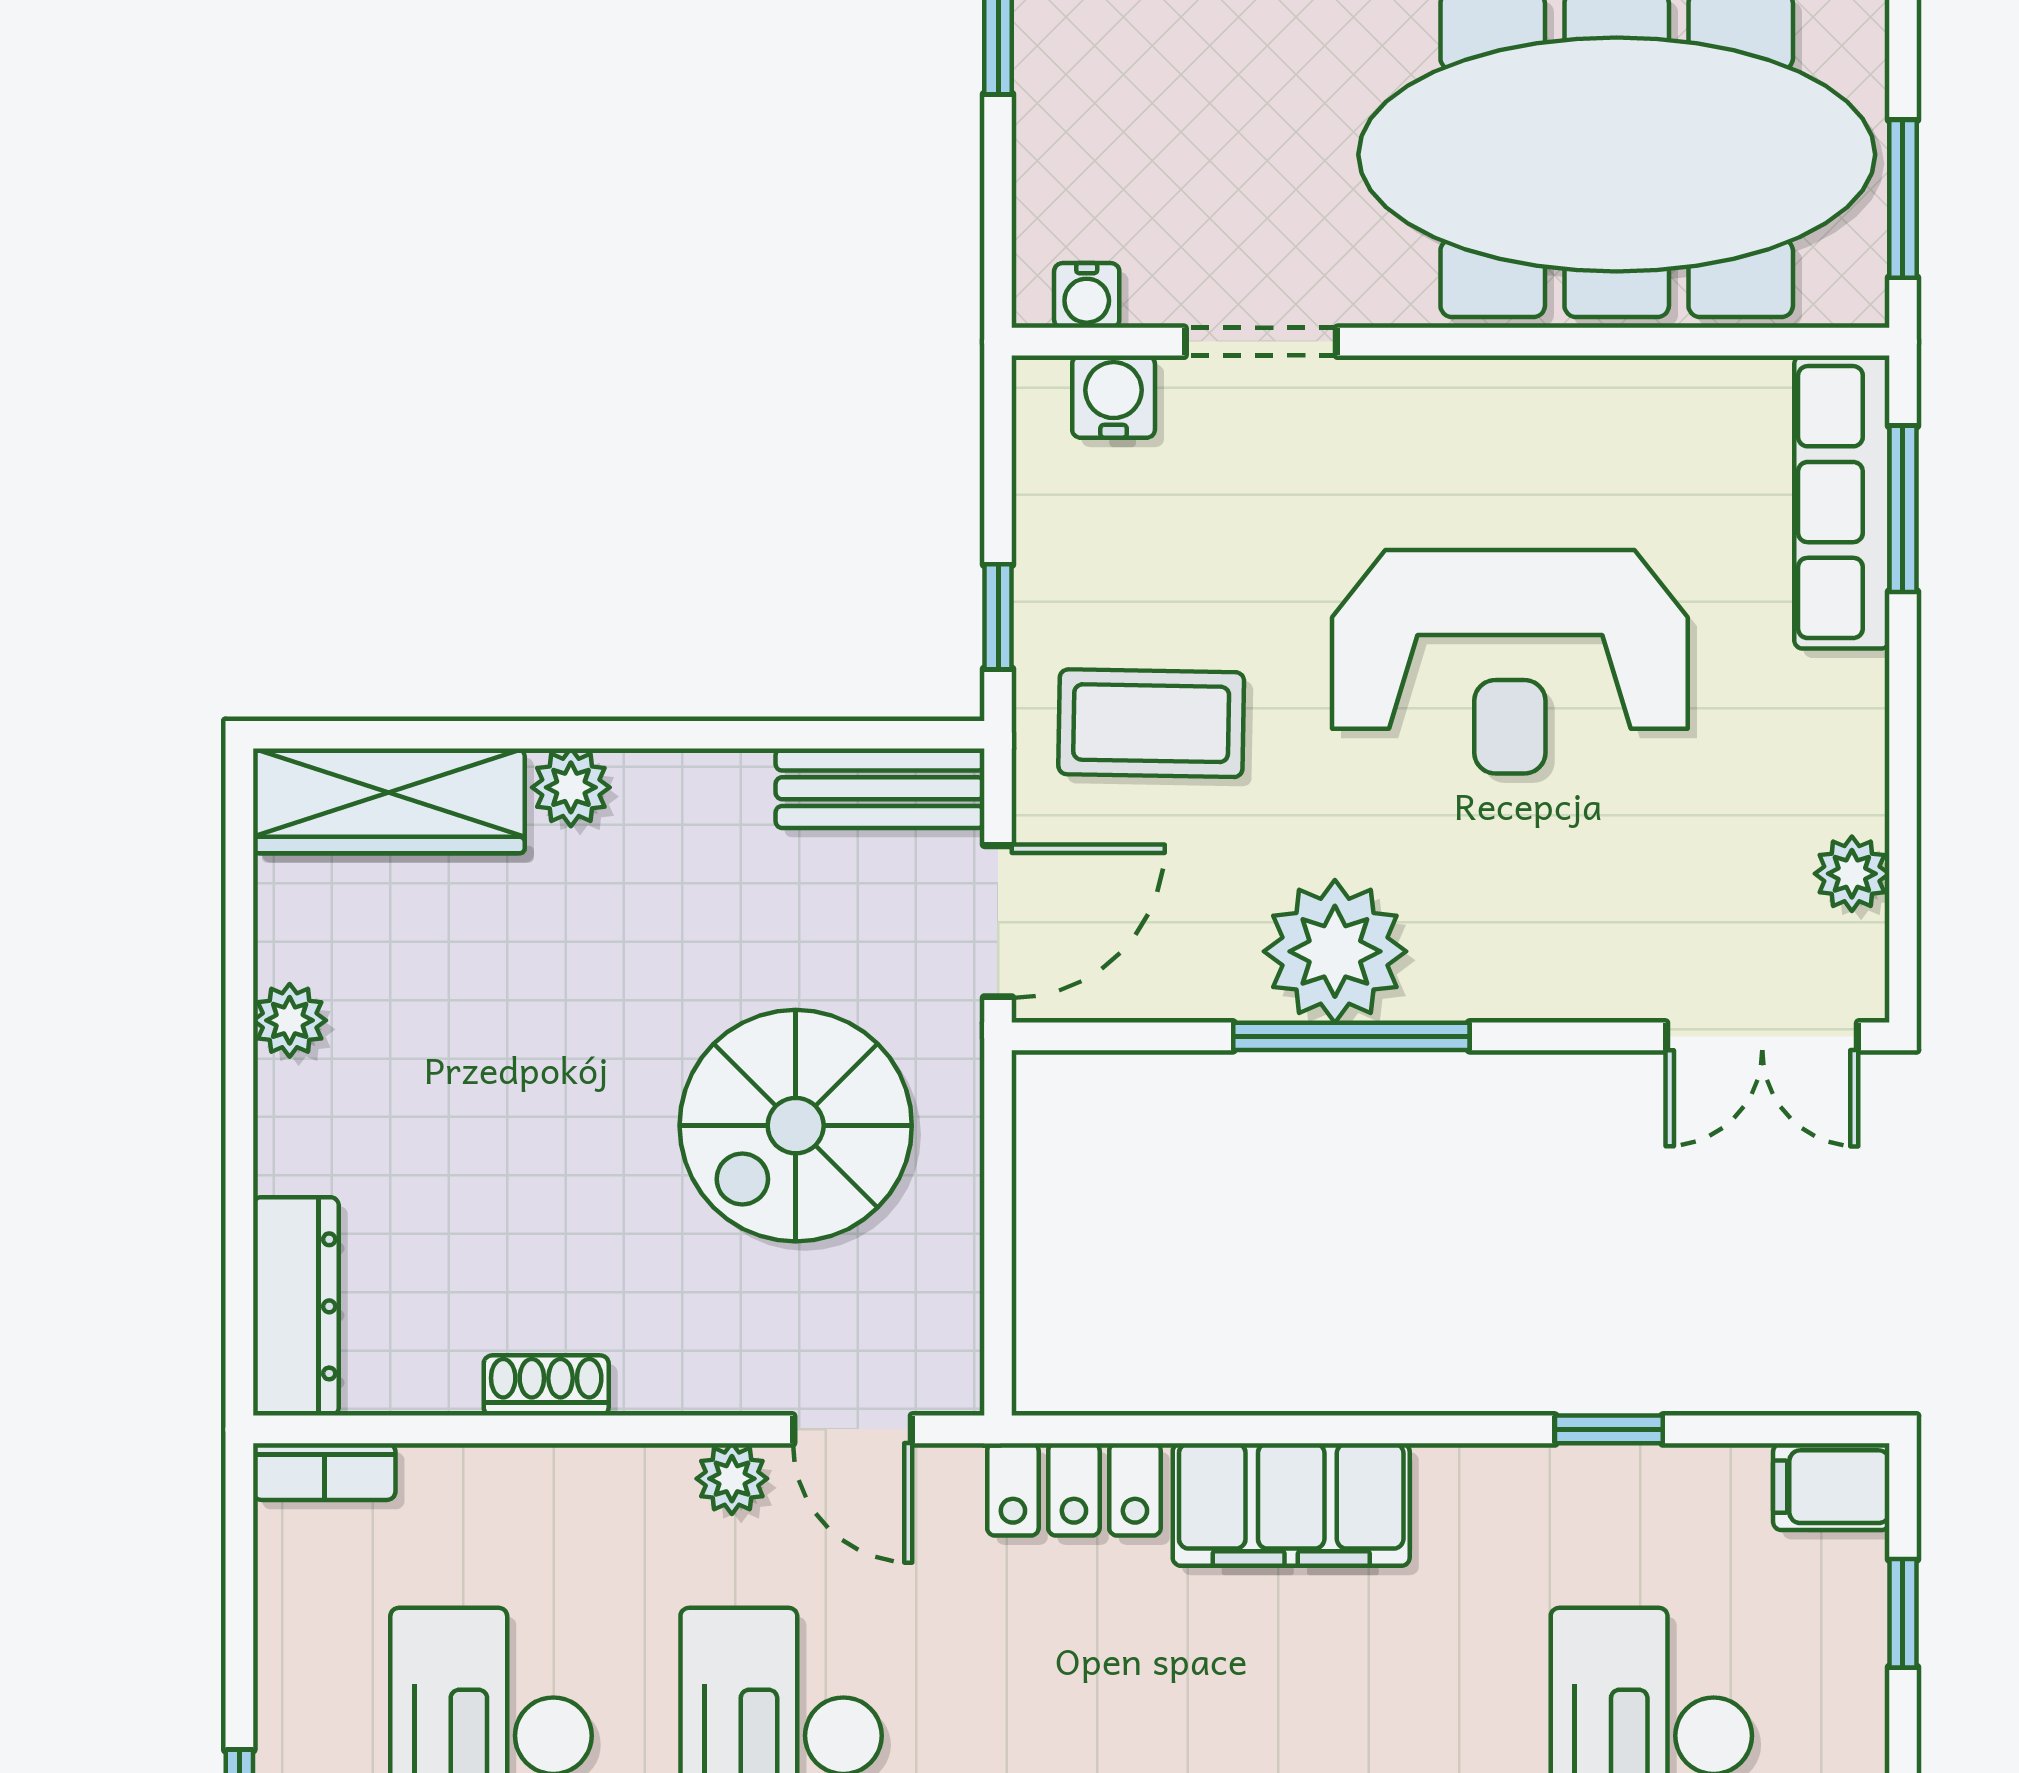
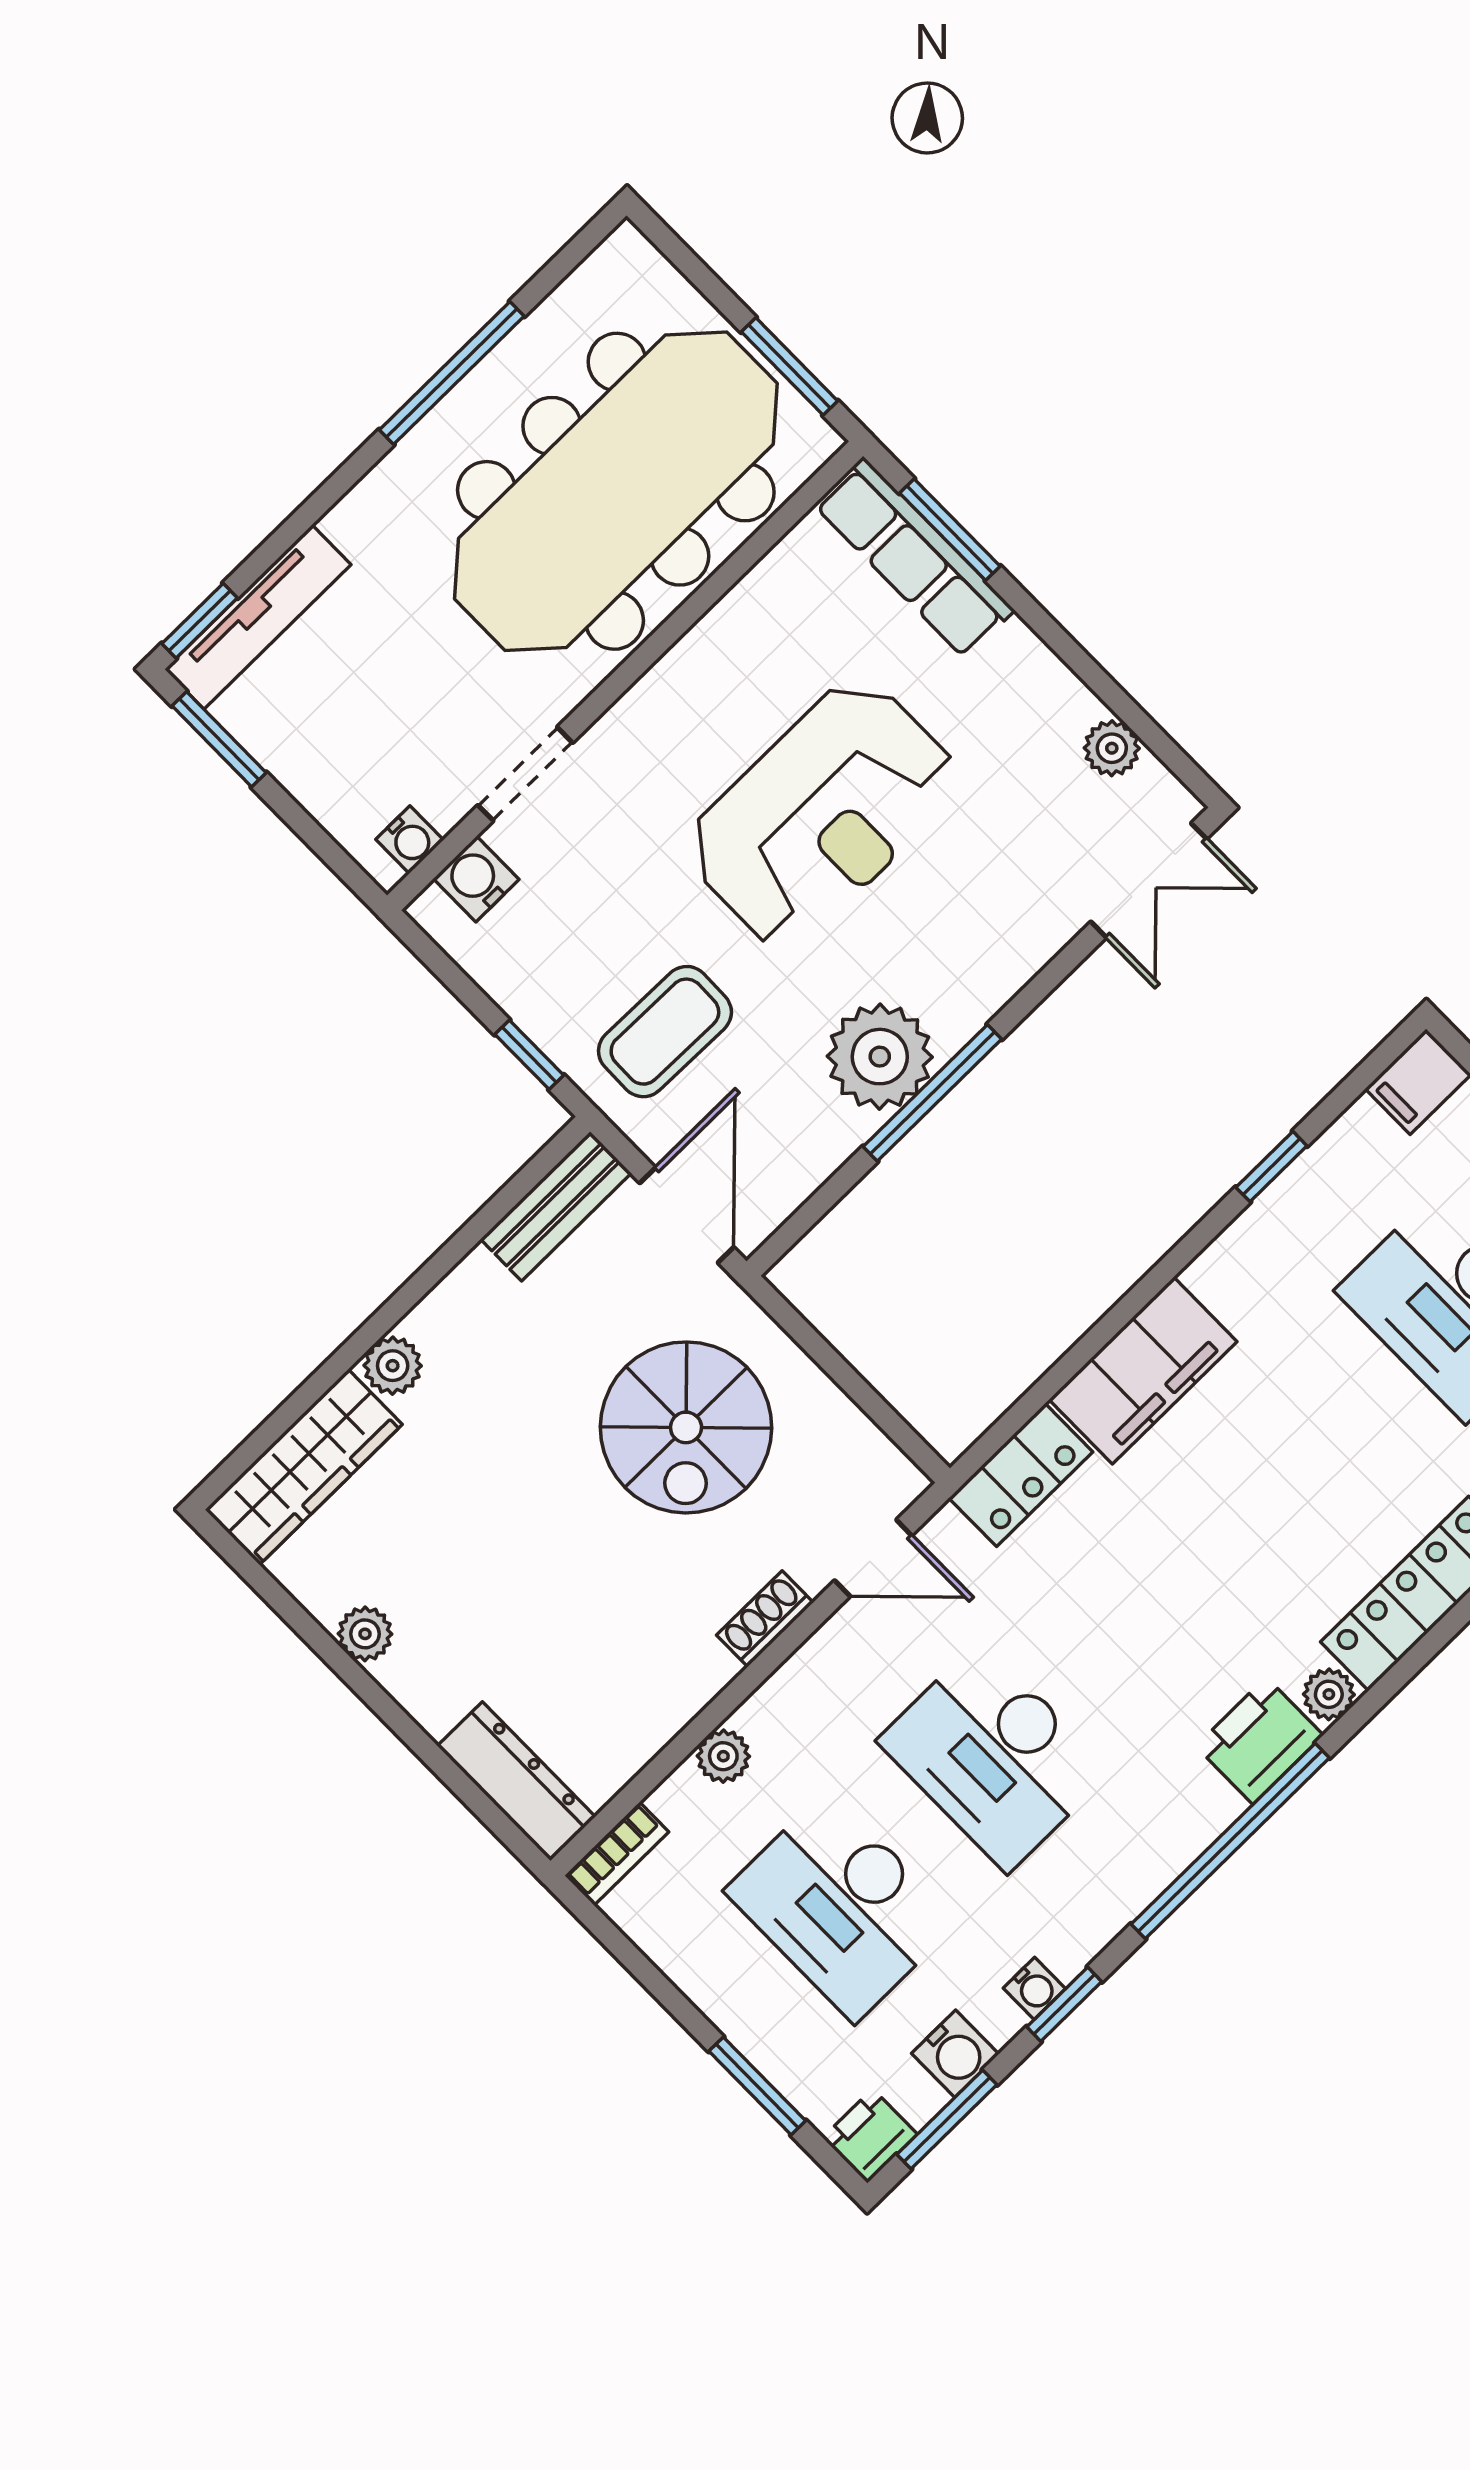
shoe rack: (546, 1385) -> (765, 1619), moved
plant: (732, 1479) -> (723, 1756), moved

